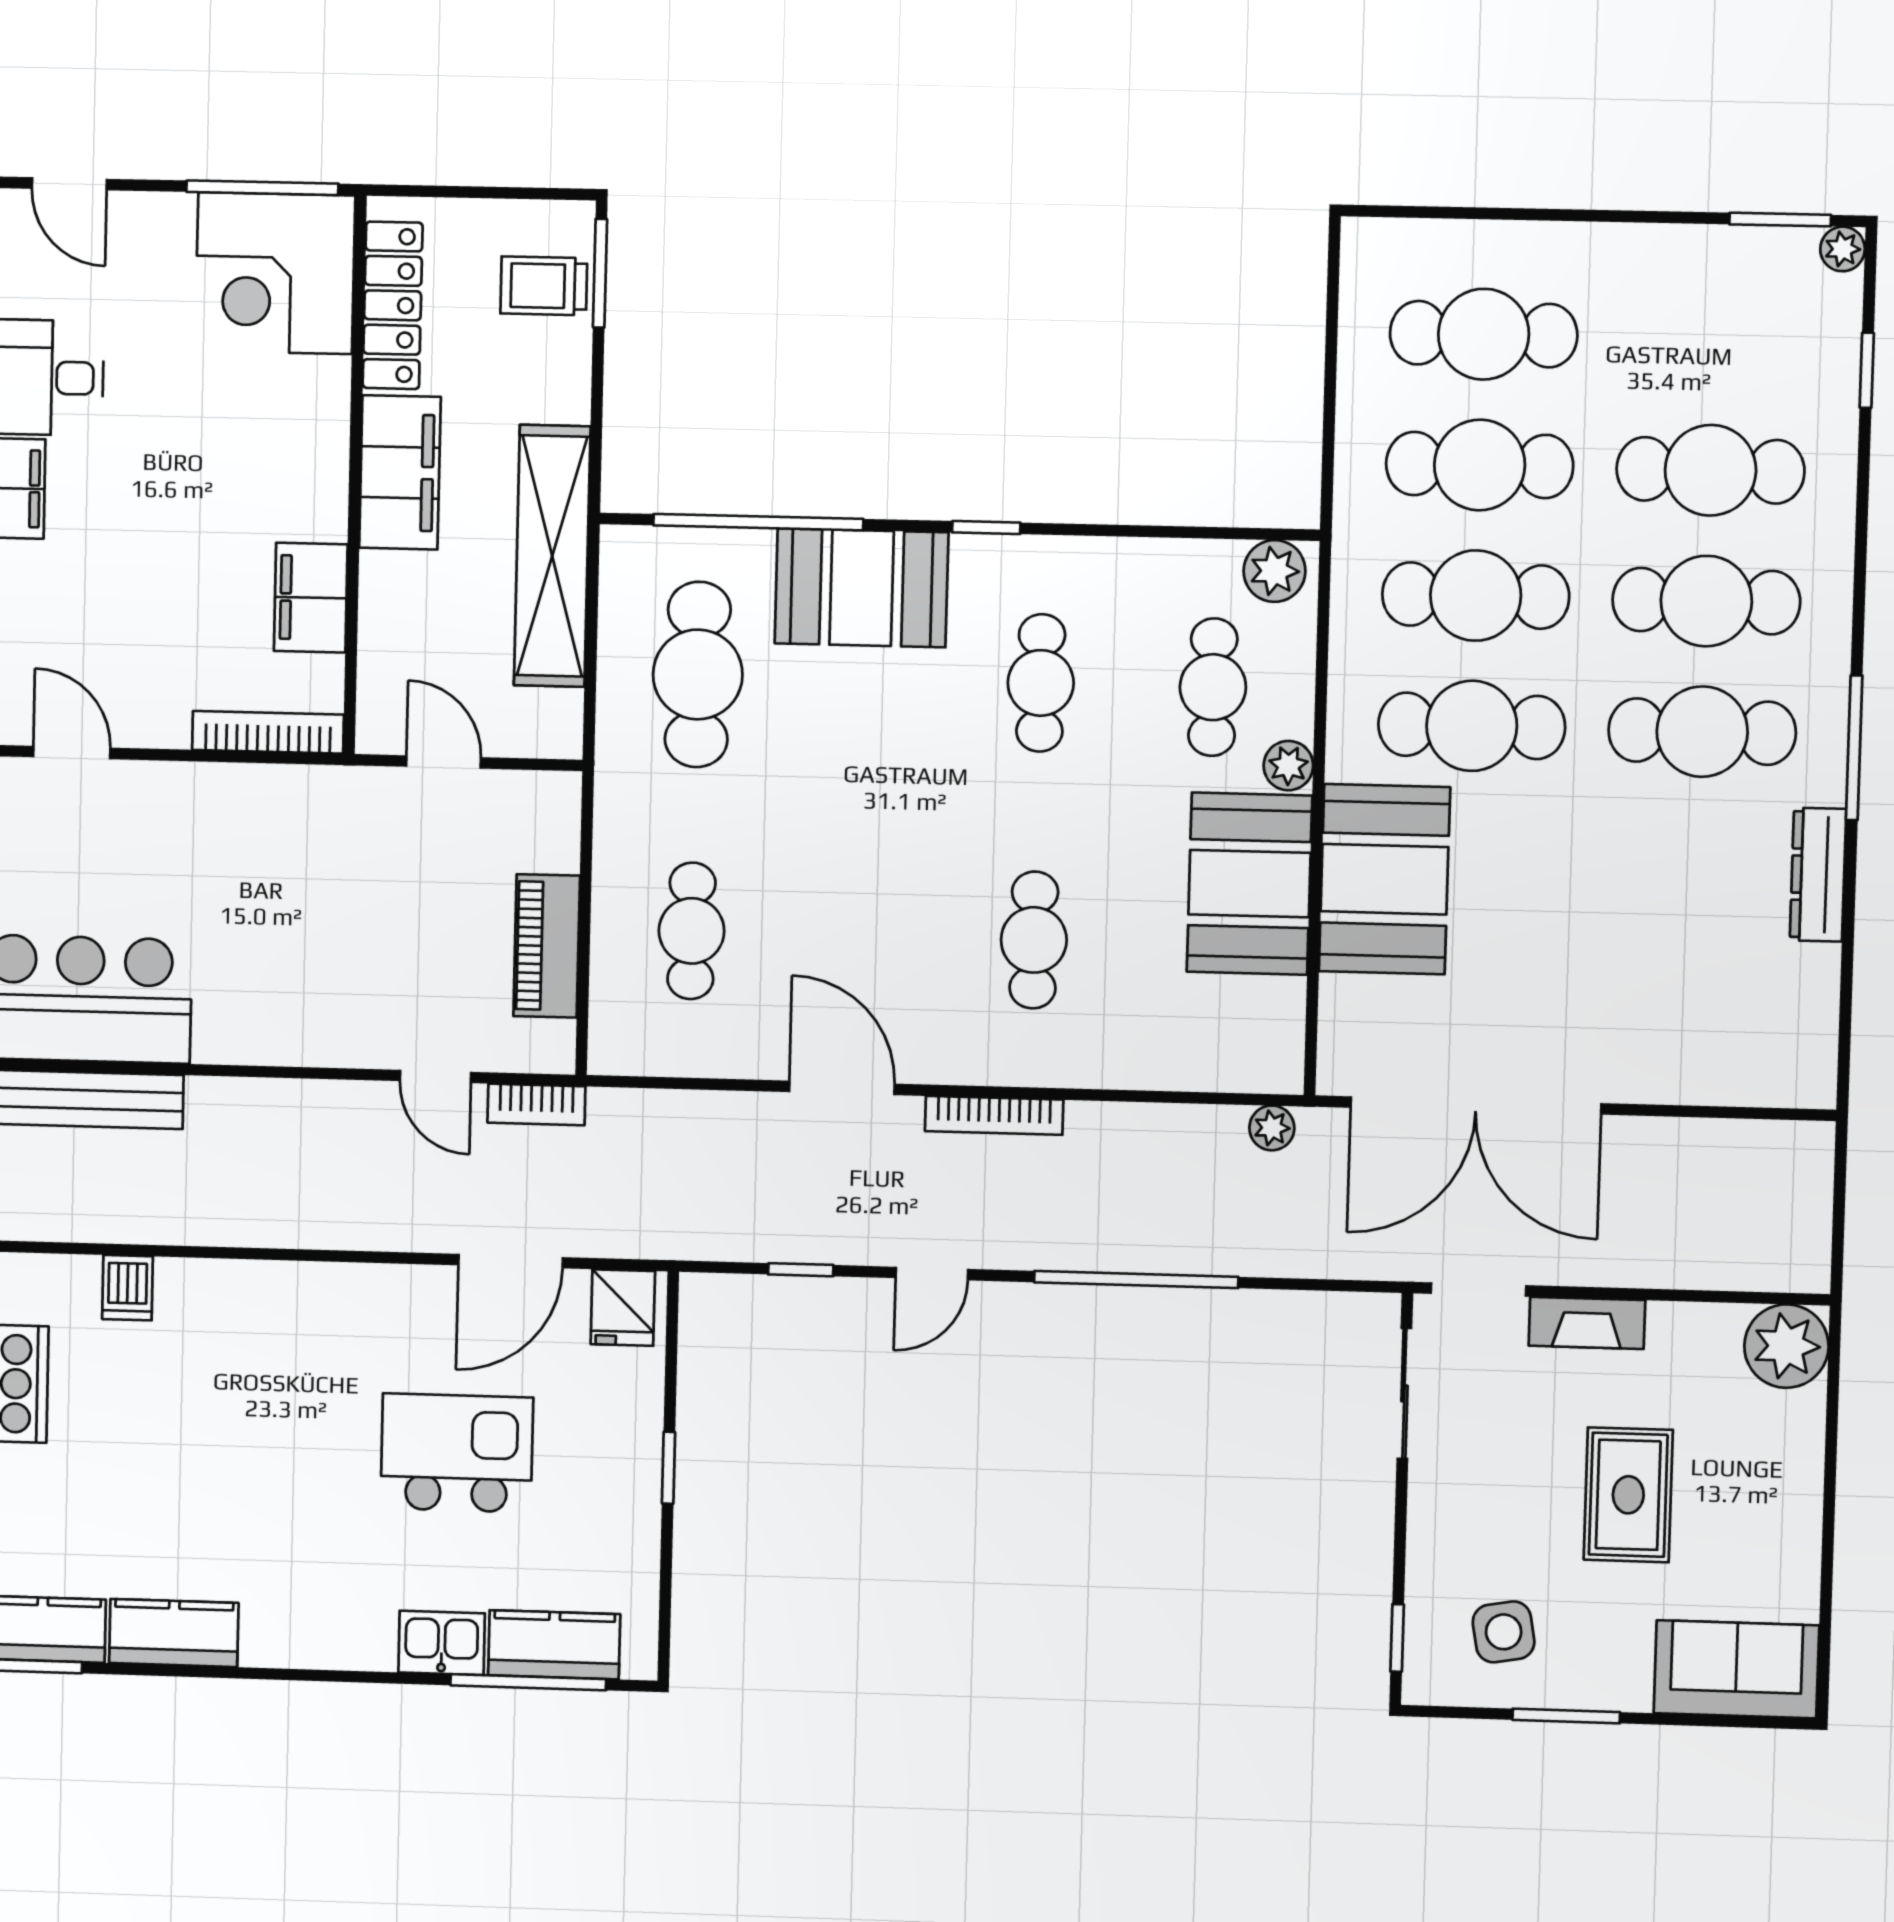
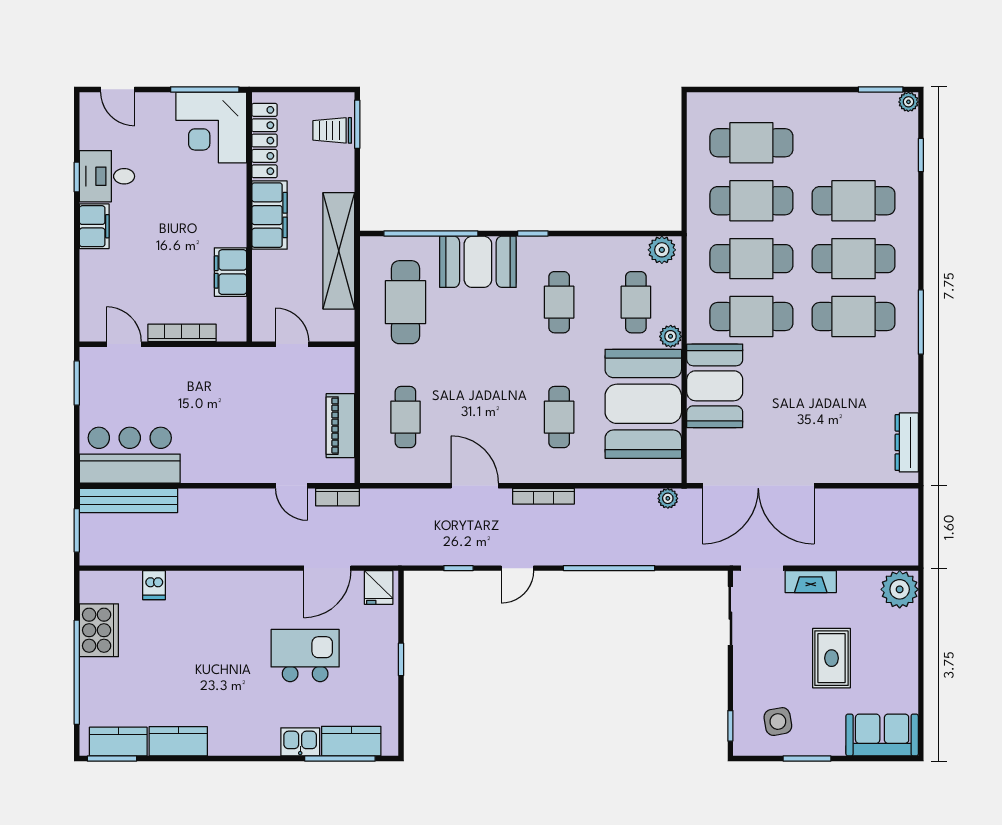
bookcase: (268, 732) -> (182, 333), moved
dresser: (1818, 875) -> (907, 442), moved
booth: (1249, 884) -> (643, 404), width x1.36, depth x1.42

